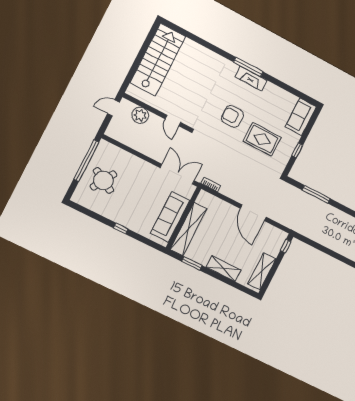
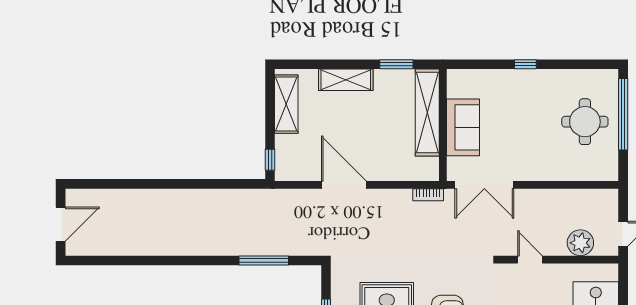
window: (86, 161) -> (623, 114), moved
round table: (103, 180) -> (585, 122), turned -30
sofa: (170, 217) -> (463, 127), width x0.73

